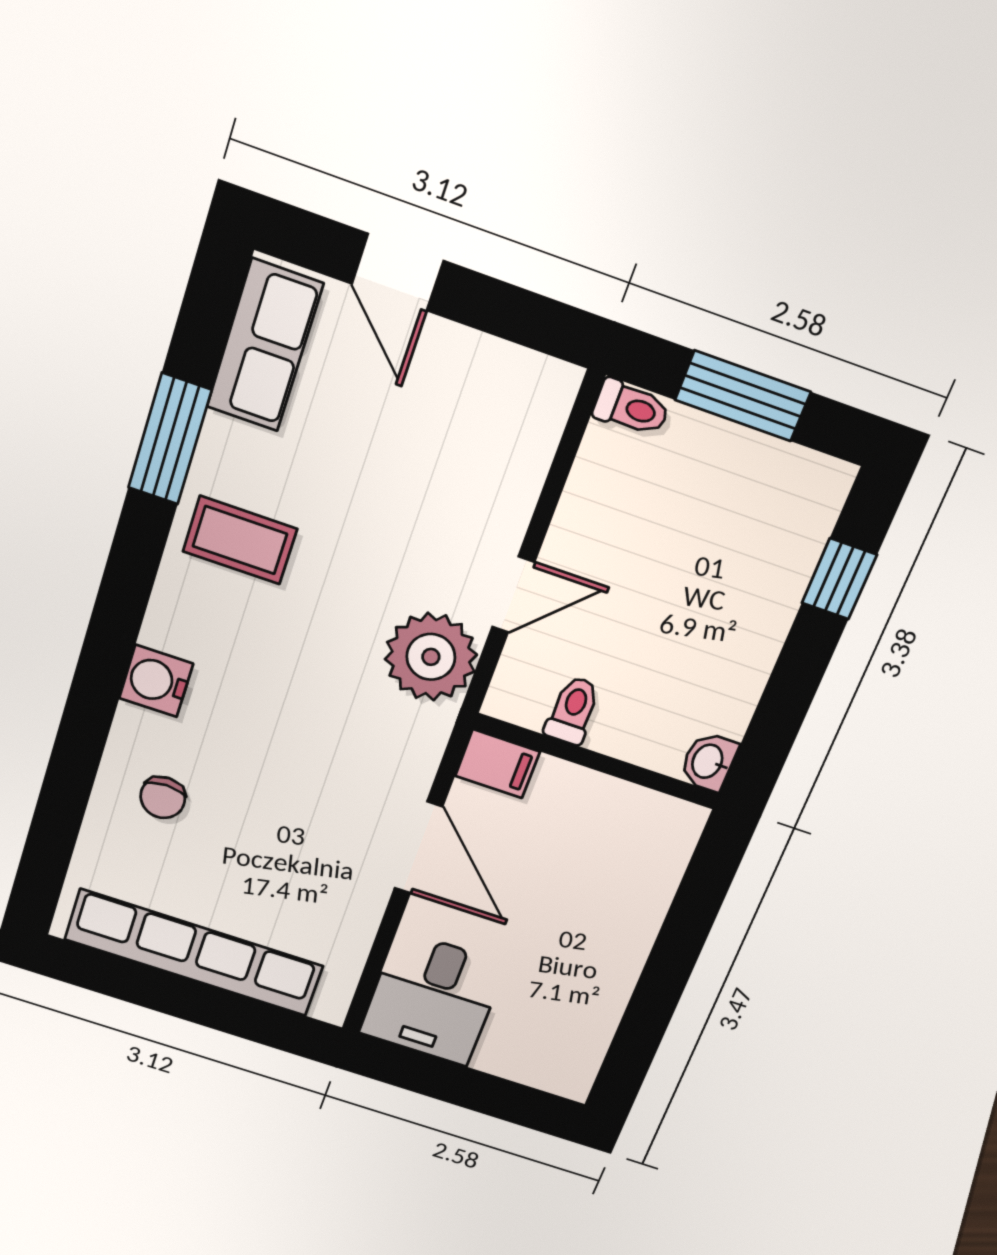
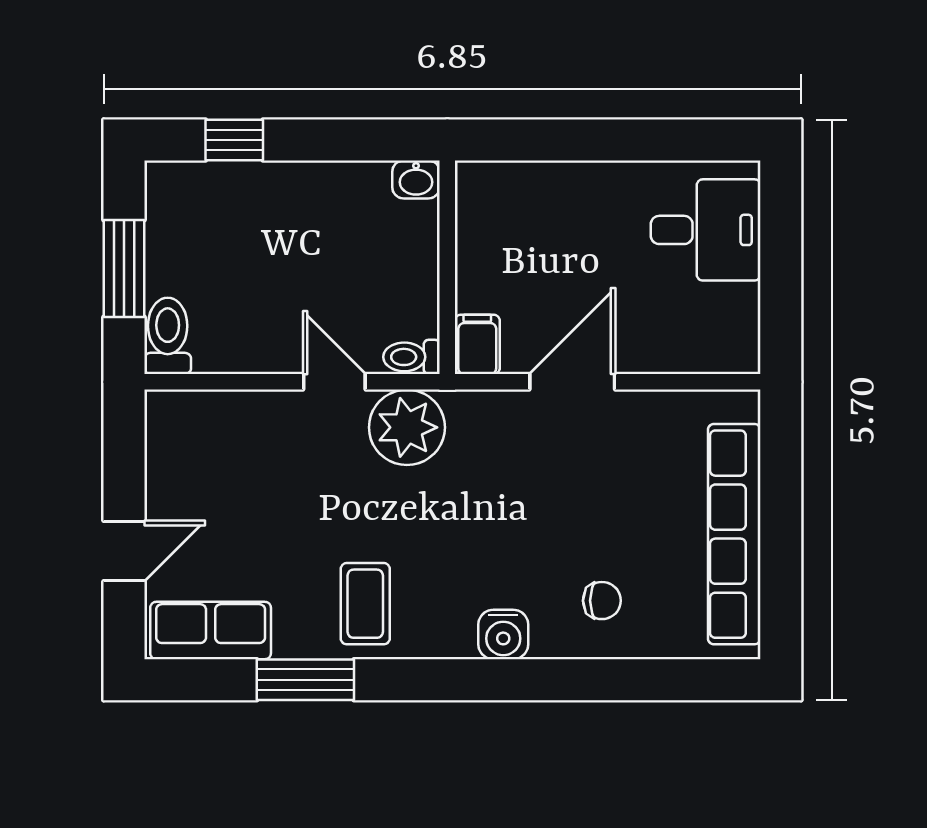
toilet: (631, 408) -> (168, 336), width x1.37, depth x1.39
toilet: (573, 710) -> (412, 357), moved
desk: (433, 998) -> (706, 230), moved

